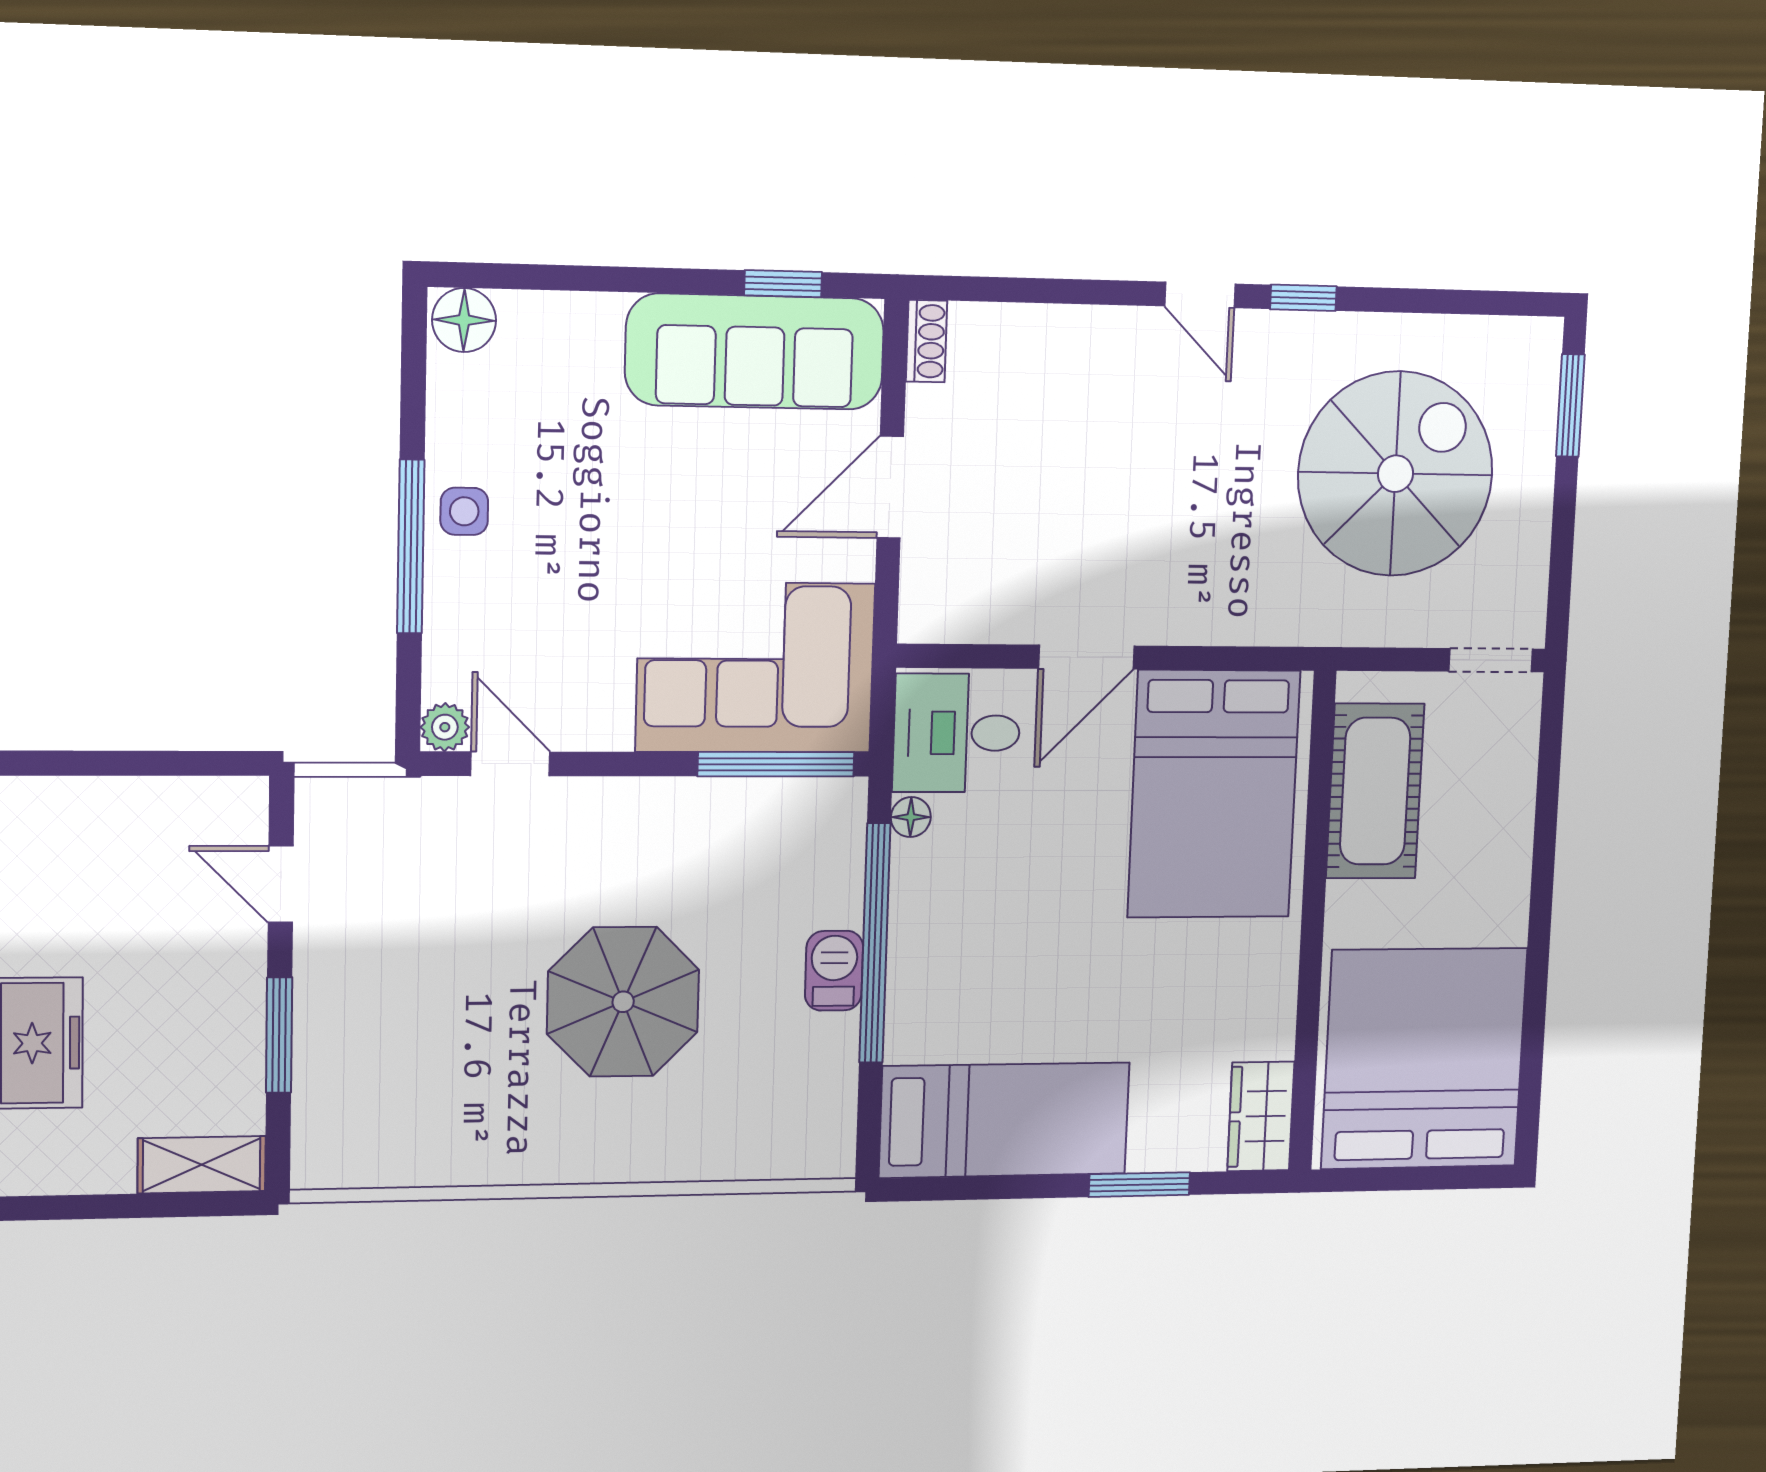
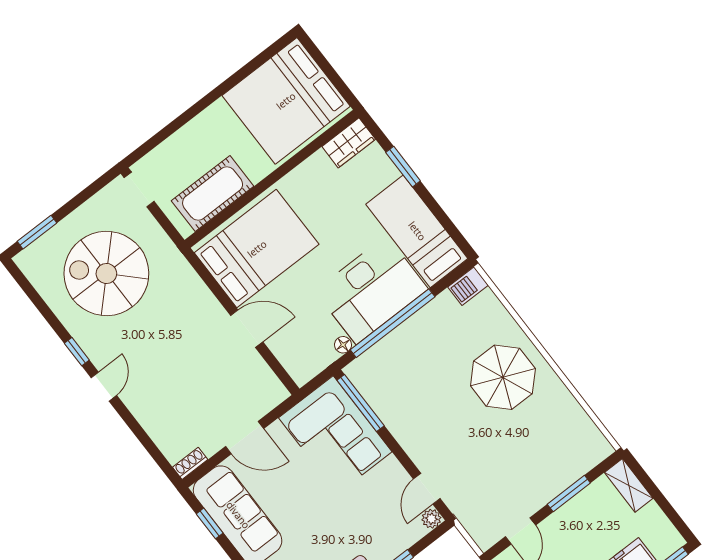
desk: (957, 733) -> (372, 290), moved, width x1.87, depth x1.30
barbecue: (834, 971) -> (468, 286), moved
parasol: (623, 1002) -> (503, 377), moved

